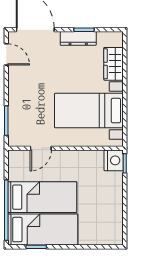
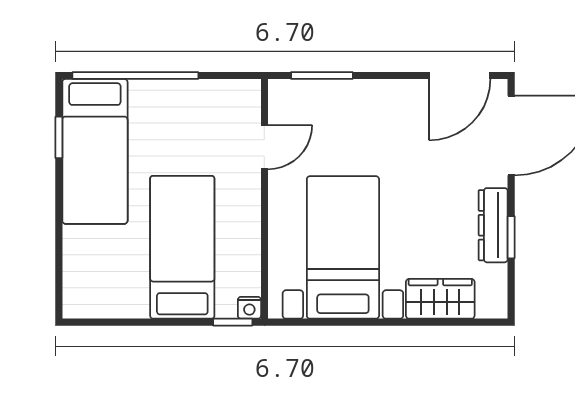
door: (6, 54) -> (460, 75), width x1.38
door: (41, 148) -> (264, 147), swing flipped
nightstand: (114, 160) -> (249, 308), width x0.53, depth x0.56
bed: (42, 197) -> (182, 247), moved, turned 180

